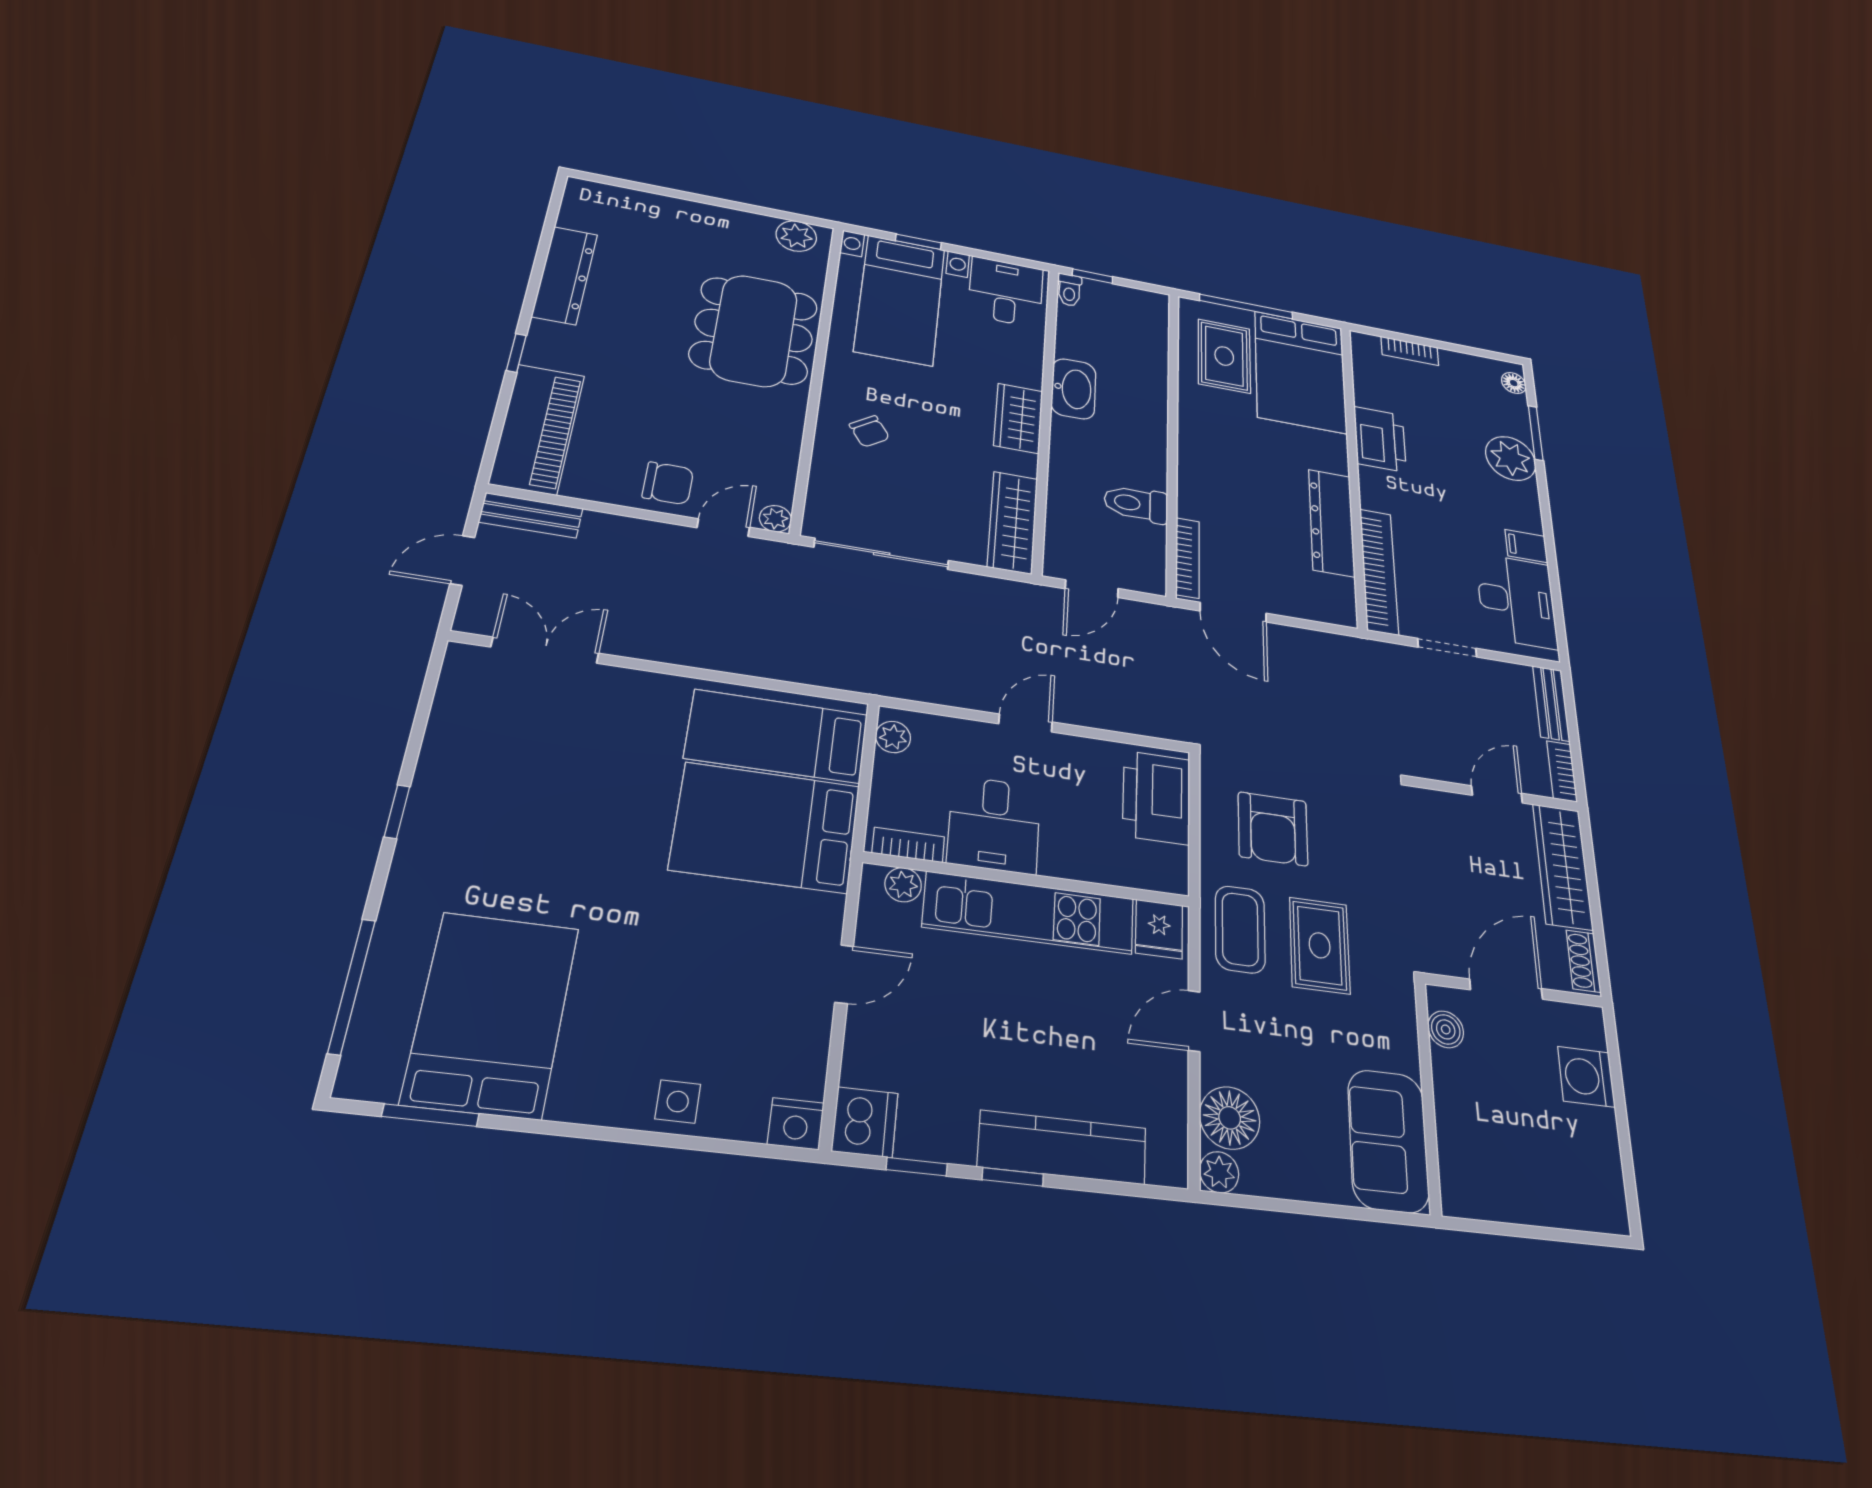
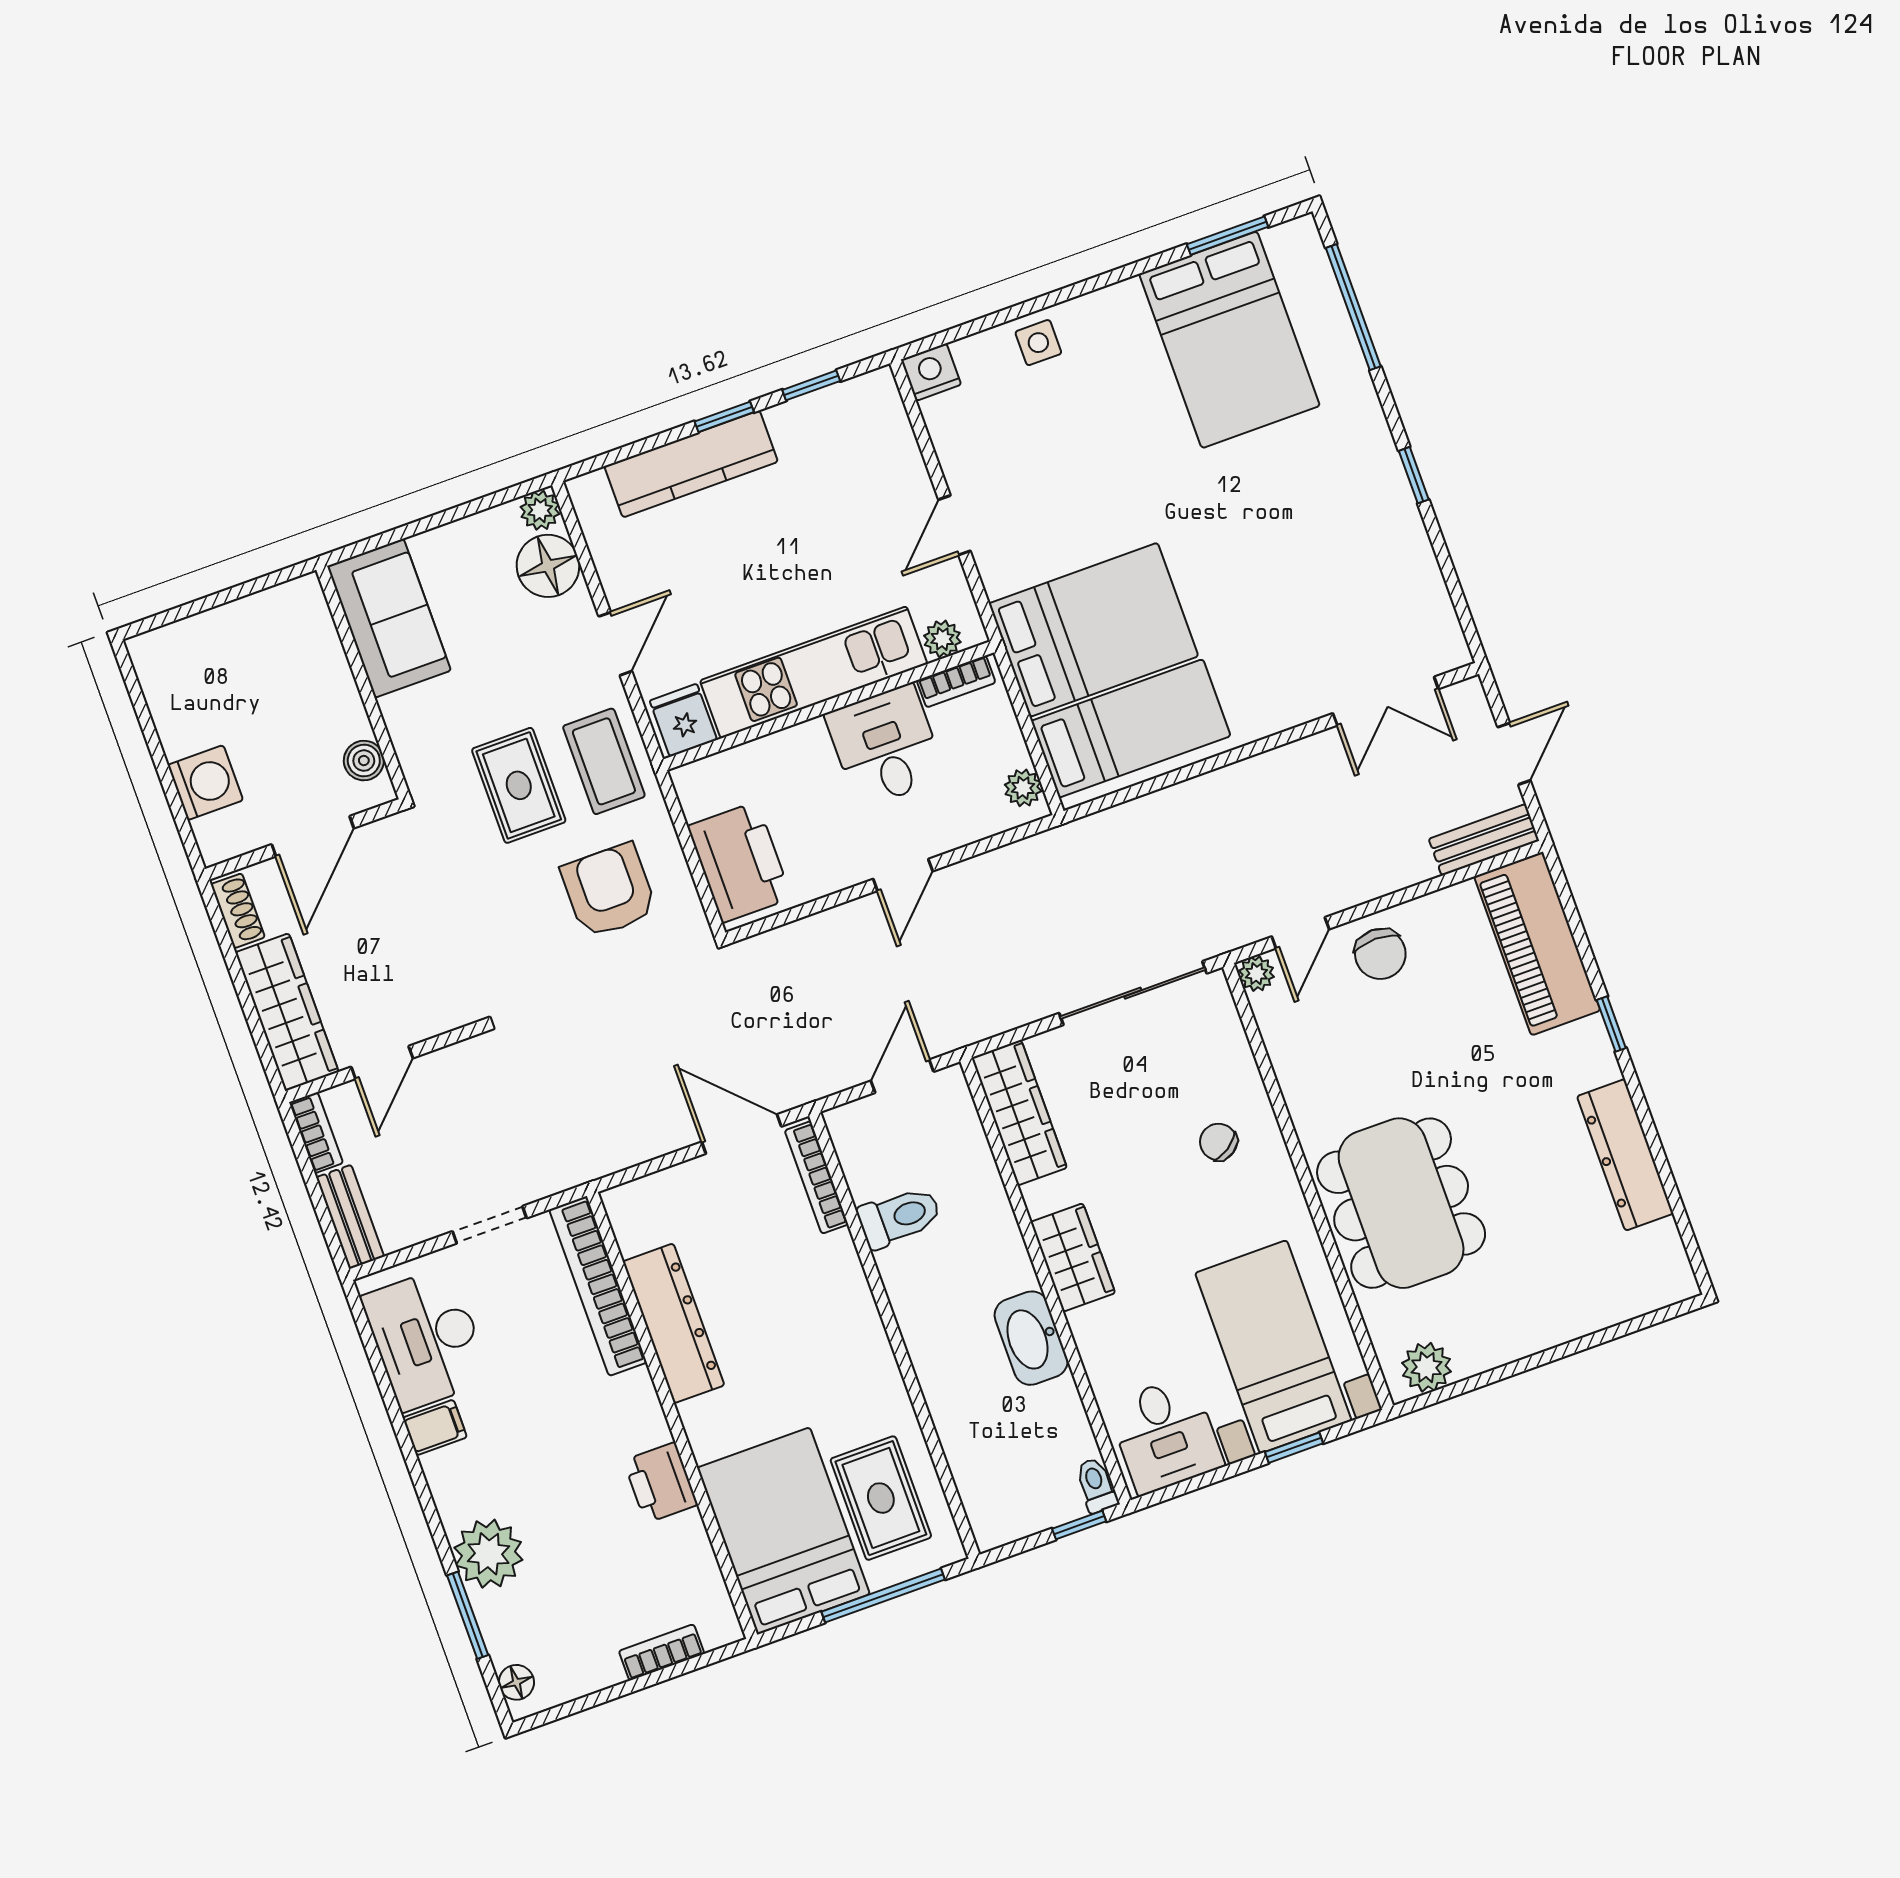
printer: (1380, 439) -> (661, 1483), width x0.73, depth x0.84
chair: (668, 483) -> (1380, 954), turned -90
dishwasher: (865, 1122) -> (873, 402), removed

